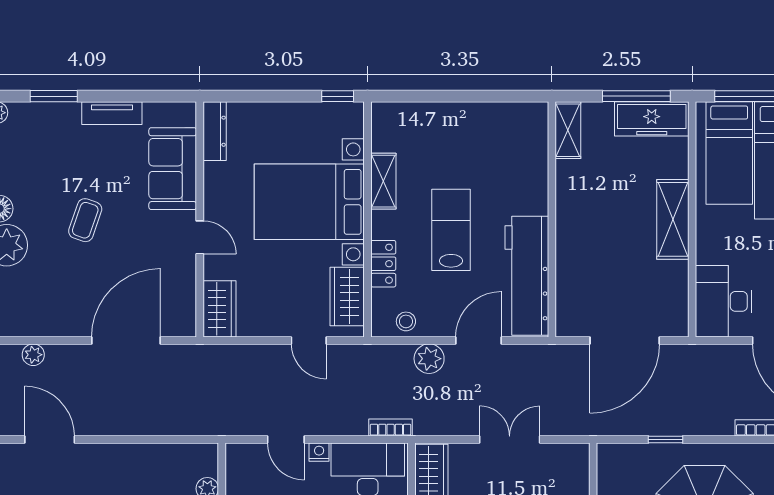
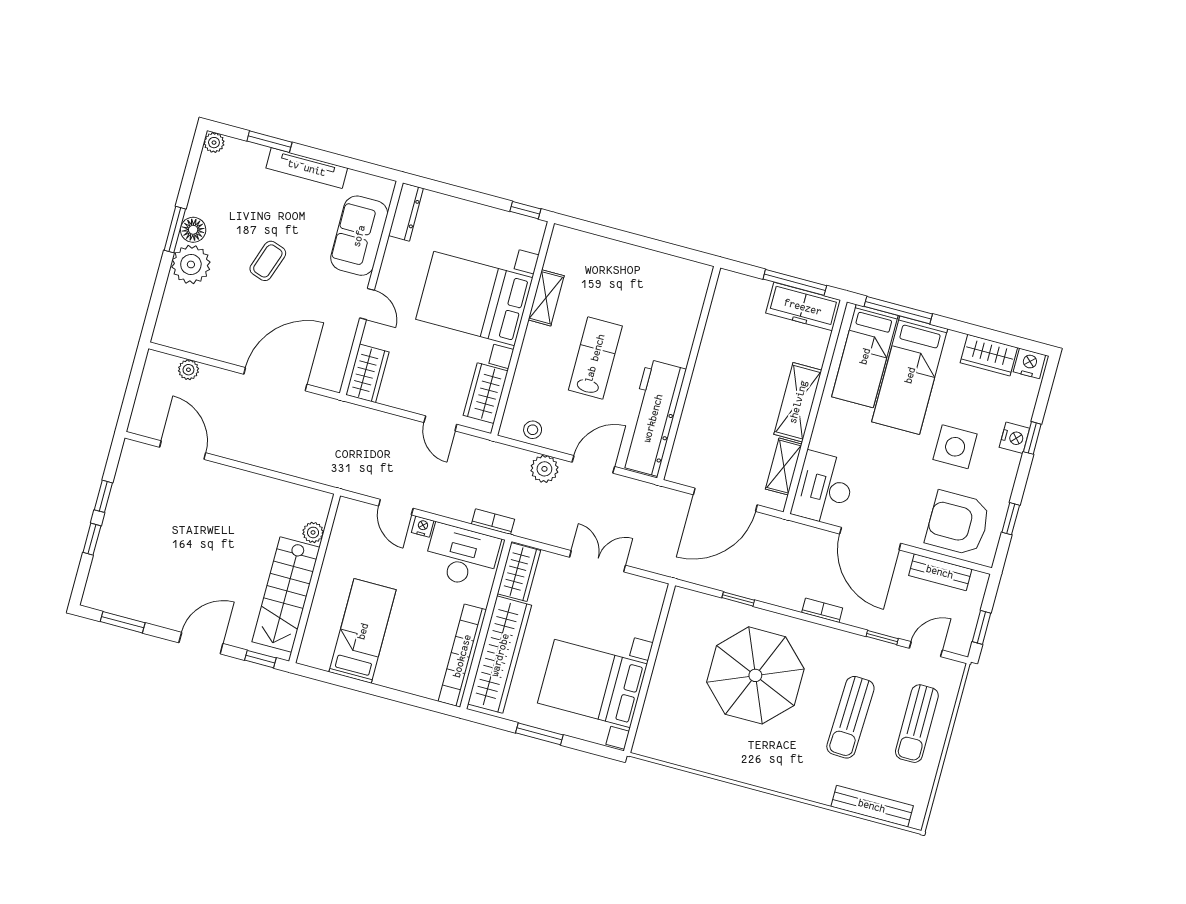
tv unit: (112, 113) -> (307, 168), width x1.41
shelving: (568, 130) -> (784, 467), moved
locker: (383, 264) -> (526, 372), removed

